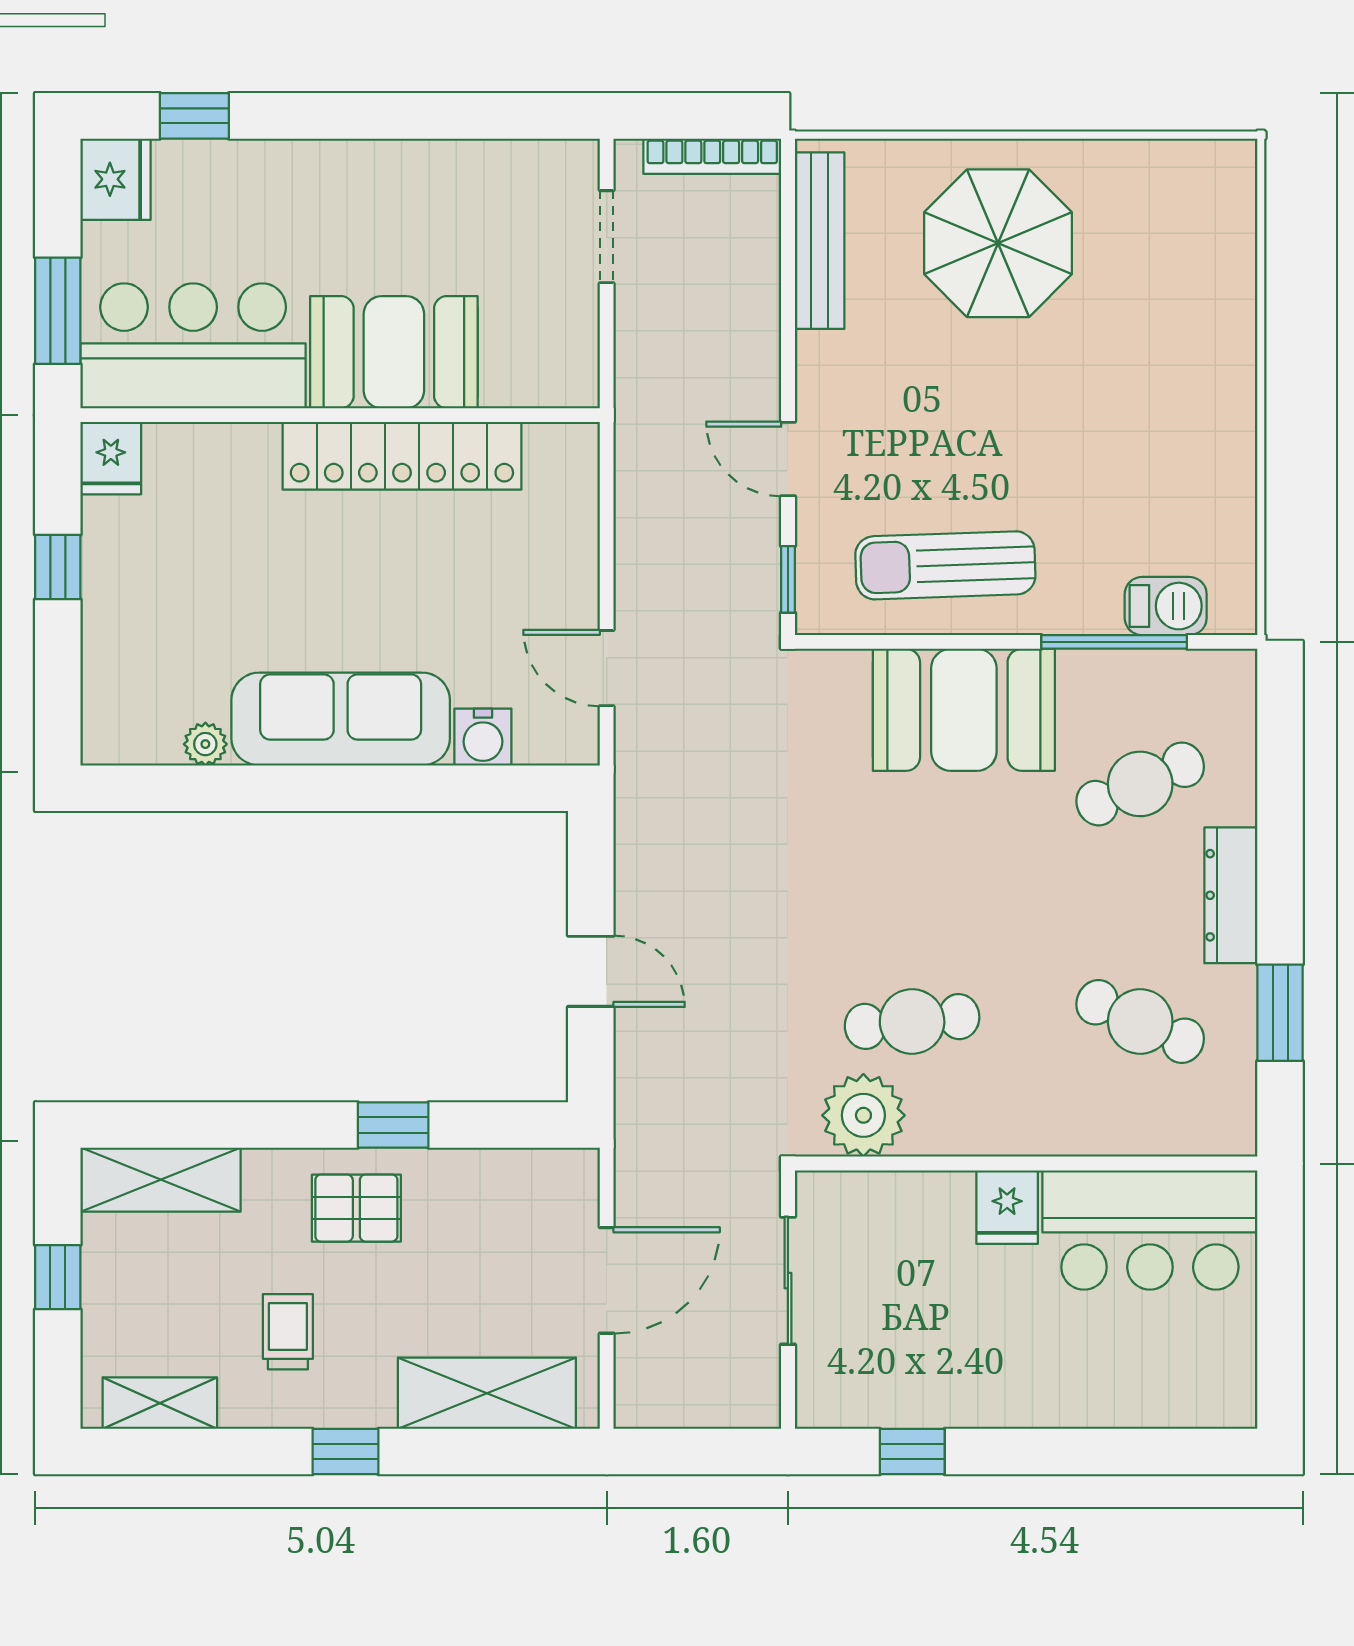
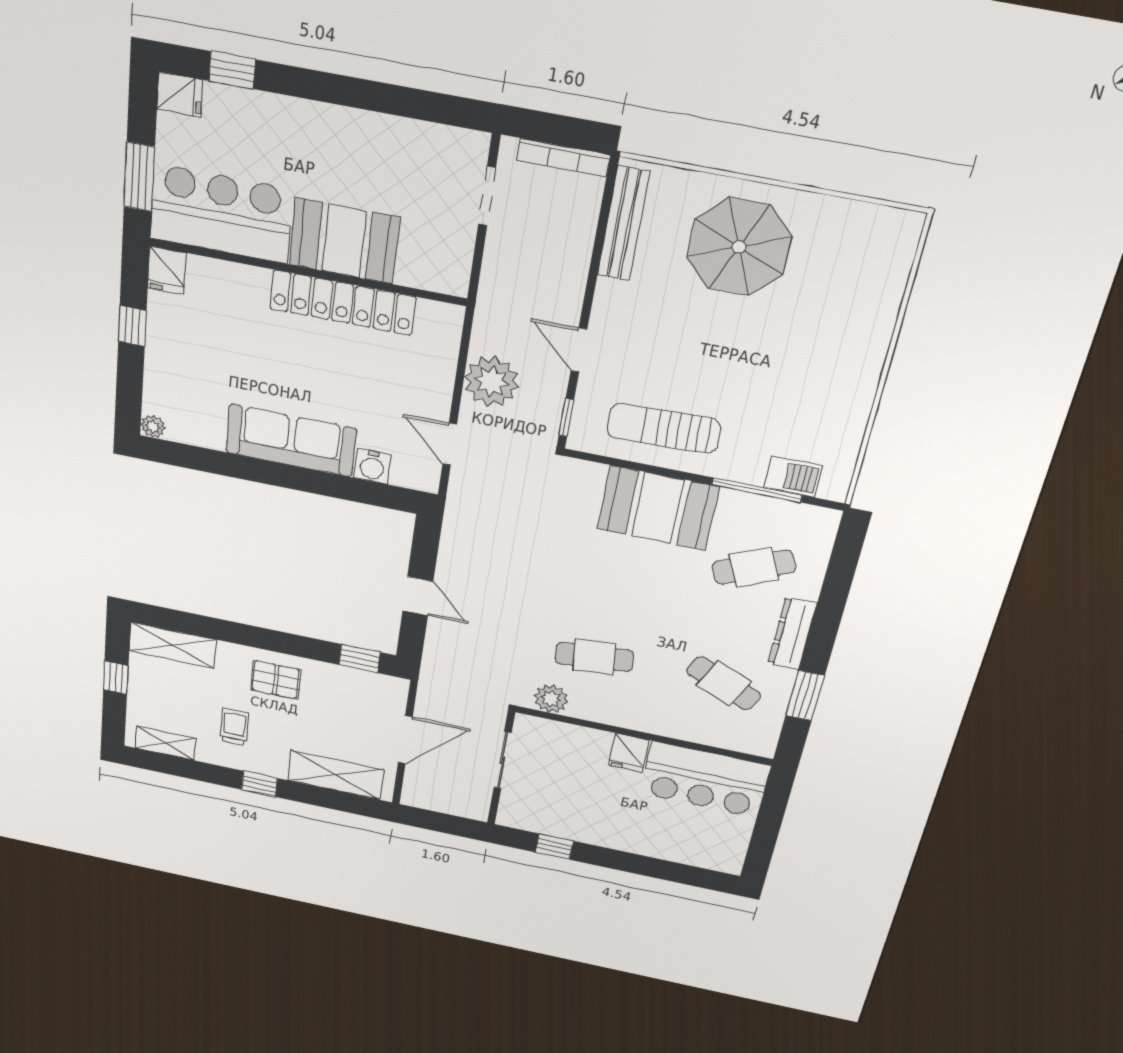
fridge: (116, 179) -> (180, 95), width x0.72
plant: (658, 542) -> (491, 381), added
plant: (205, 744) -> (153, 426), moved
plant: (863, 1115) -> (551, 699), width x0.73, depth x0.73
window: (393, 1125) -> (360, 659), moved

